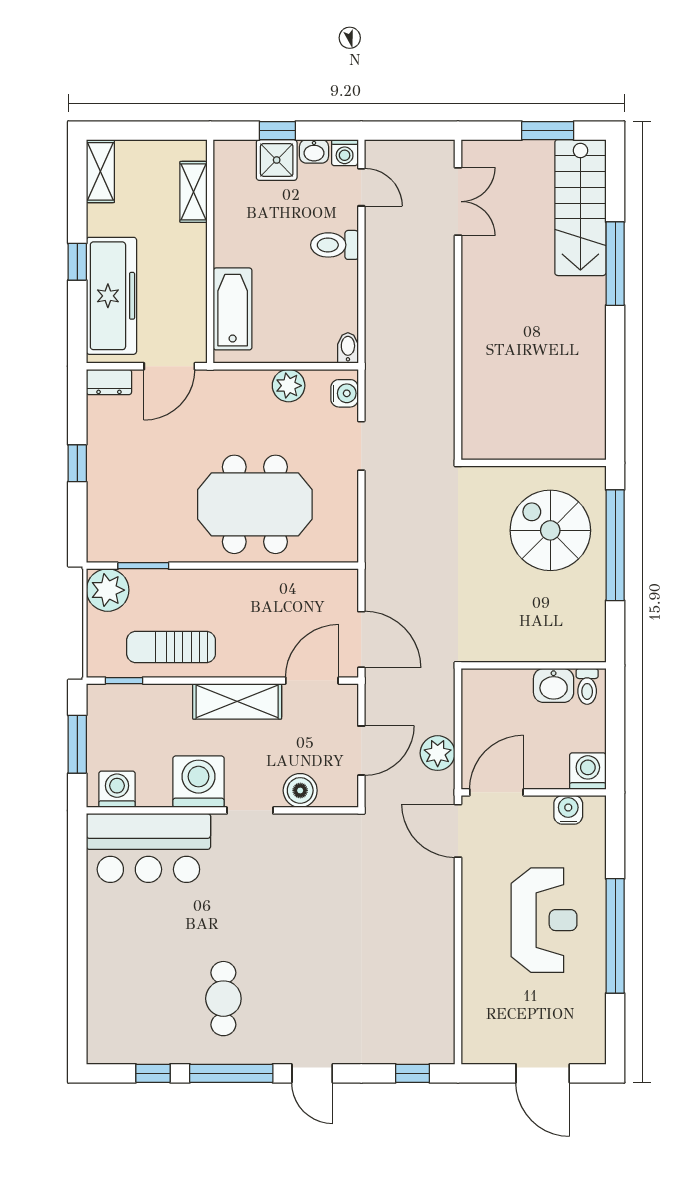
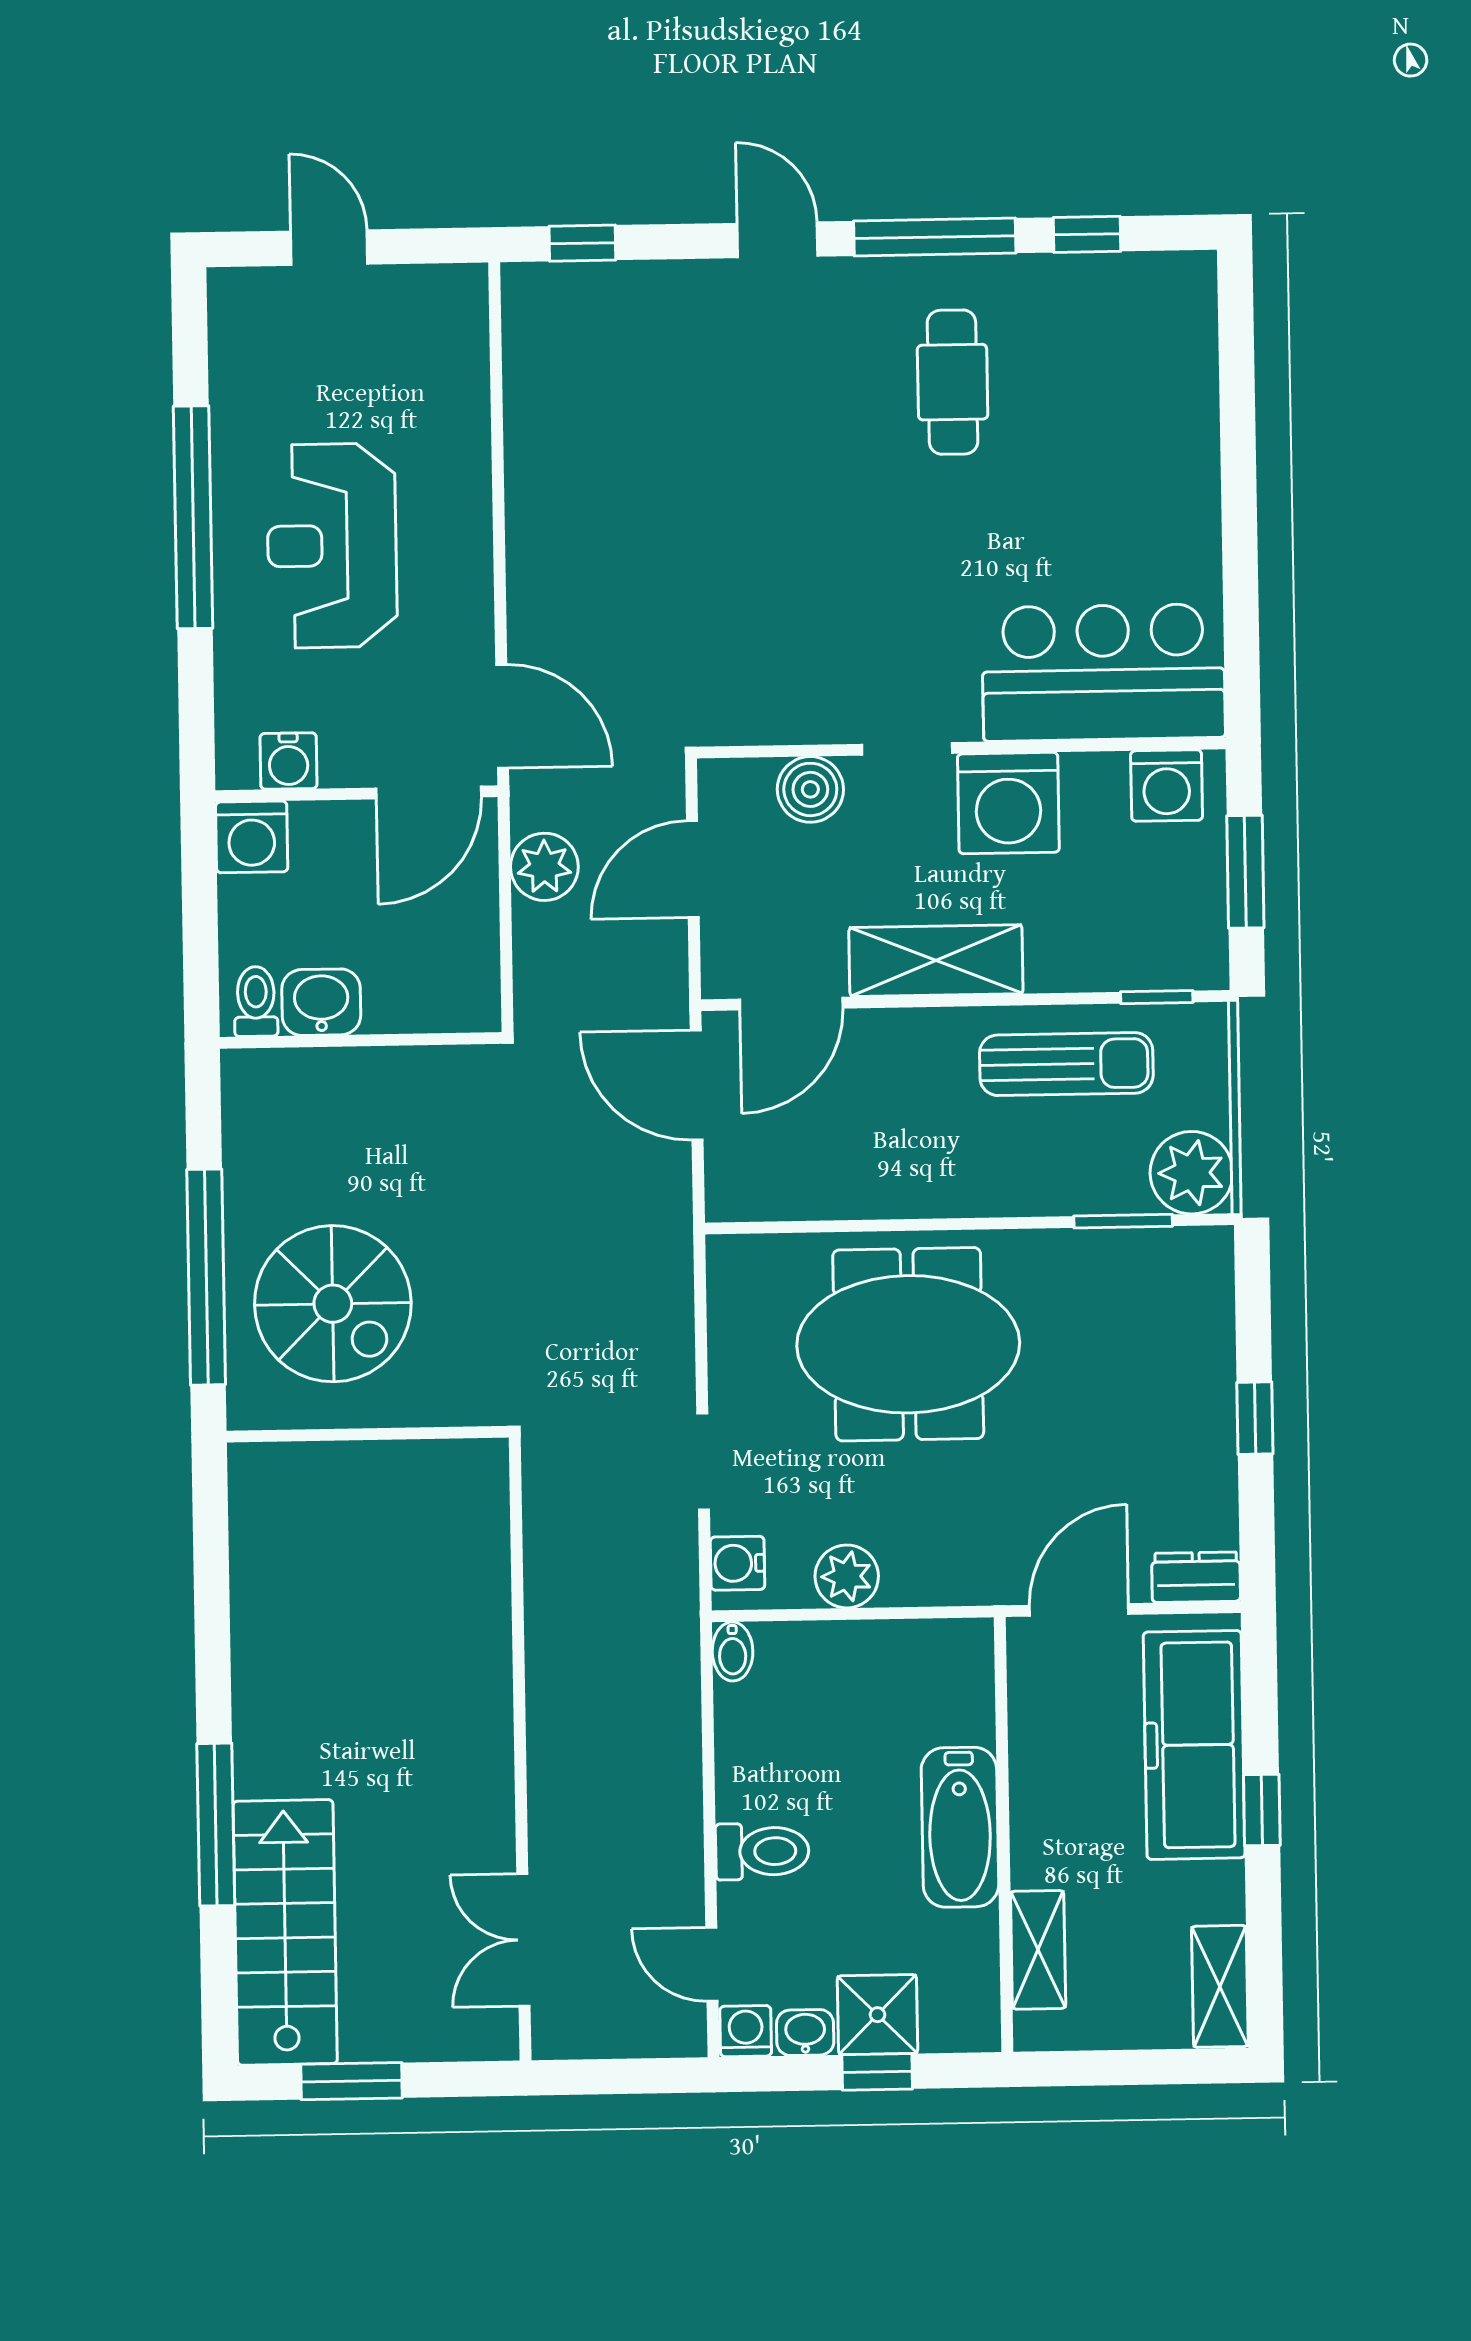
bathtub: (233, 309) -> (960, 1827), moved
door: (543, 1073) -> (329, 248), width x0.73

